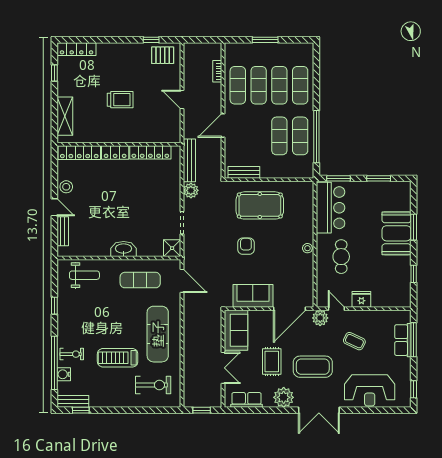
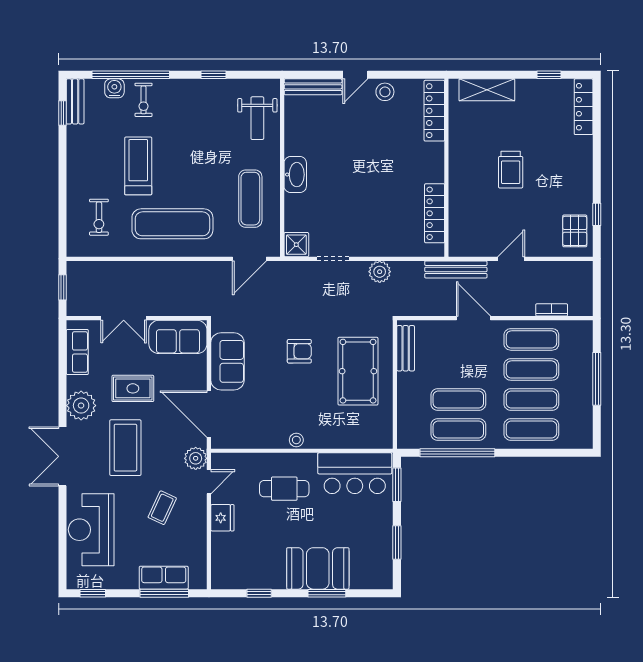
window: (265, 40) -> (597, 379), width x1.44
locker: (115, 152) -> (434, 162), removed
bench: (189, 160) -> (456, 269), moved
bench: (63, 231) -> (313, 87), width x1.36
exercise bike: (153, 385) -> (99, 217), width x0.73, depth x0.72

